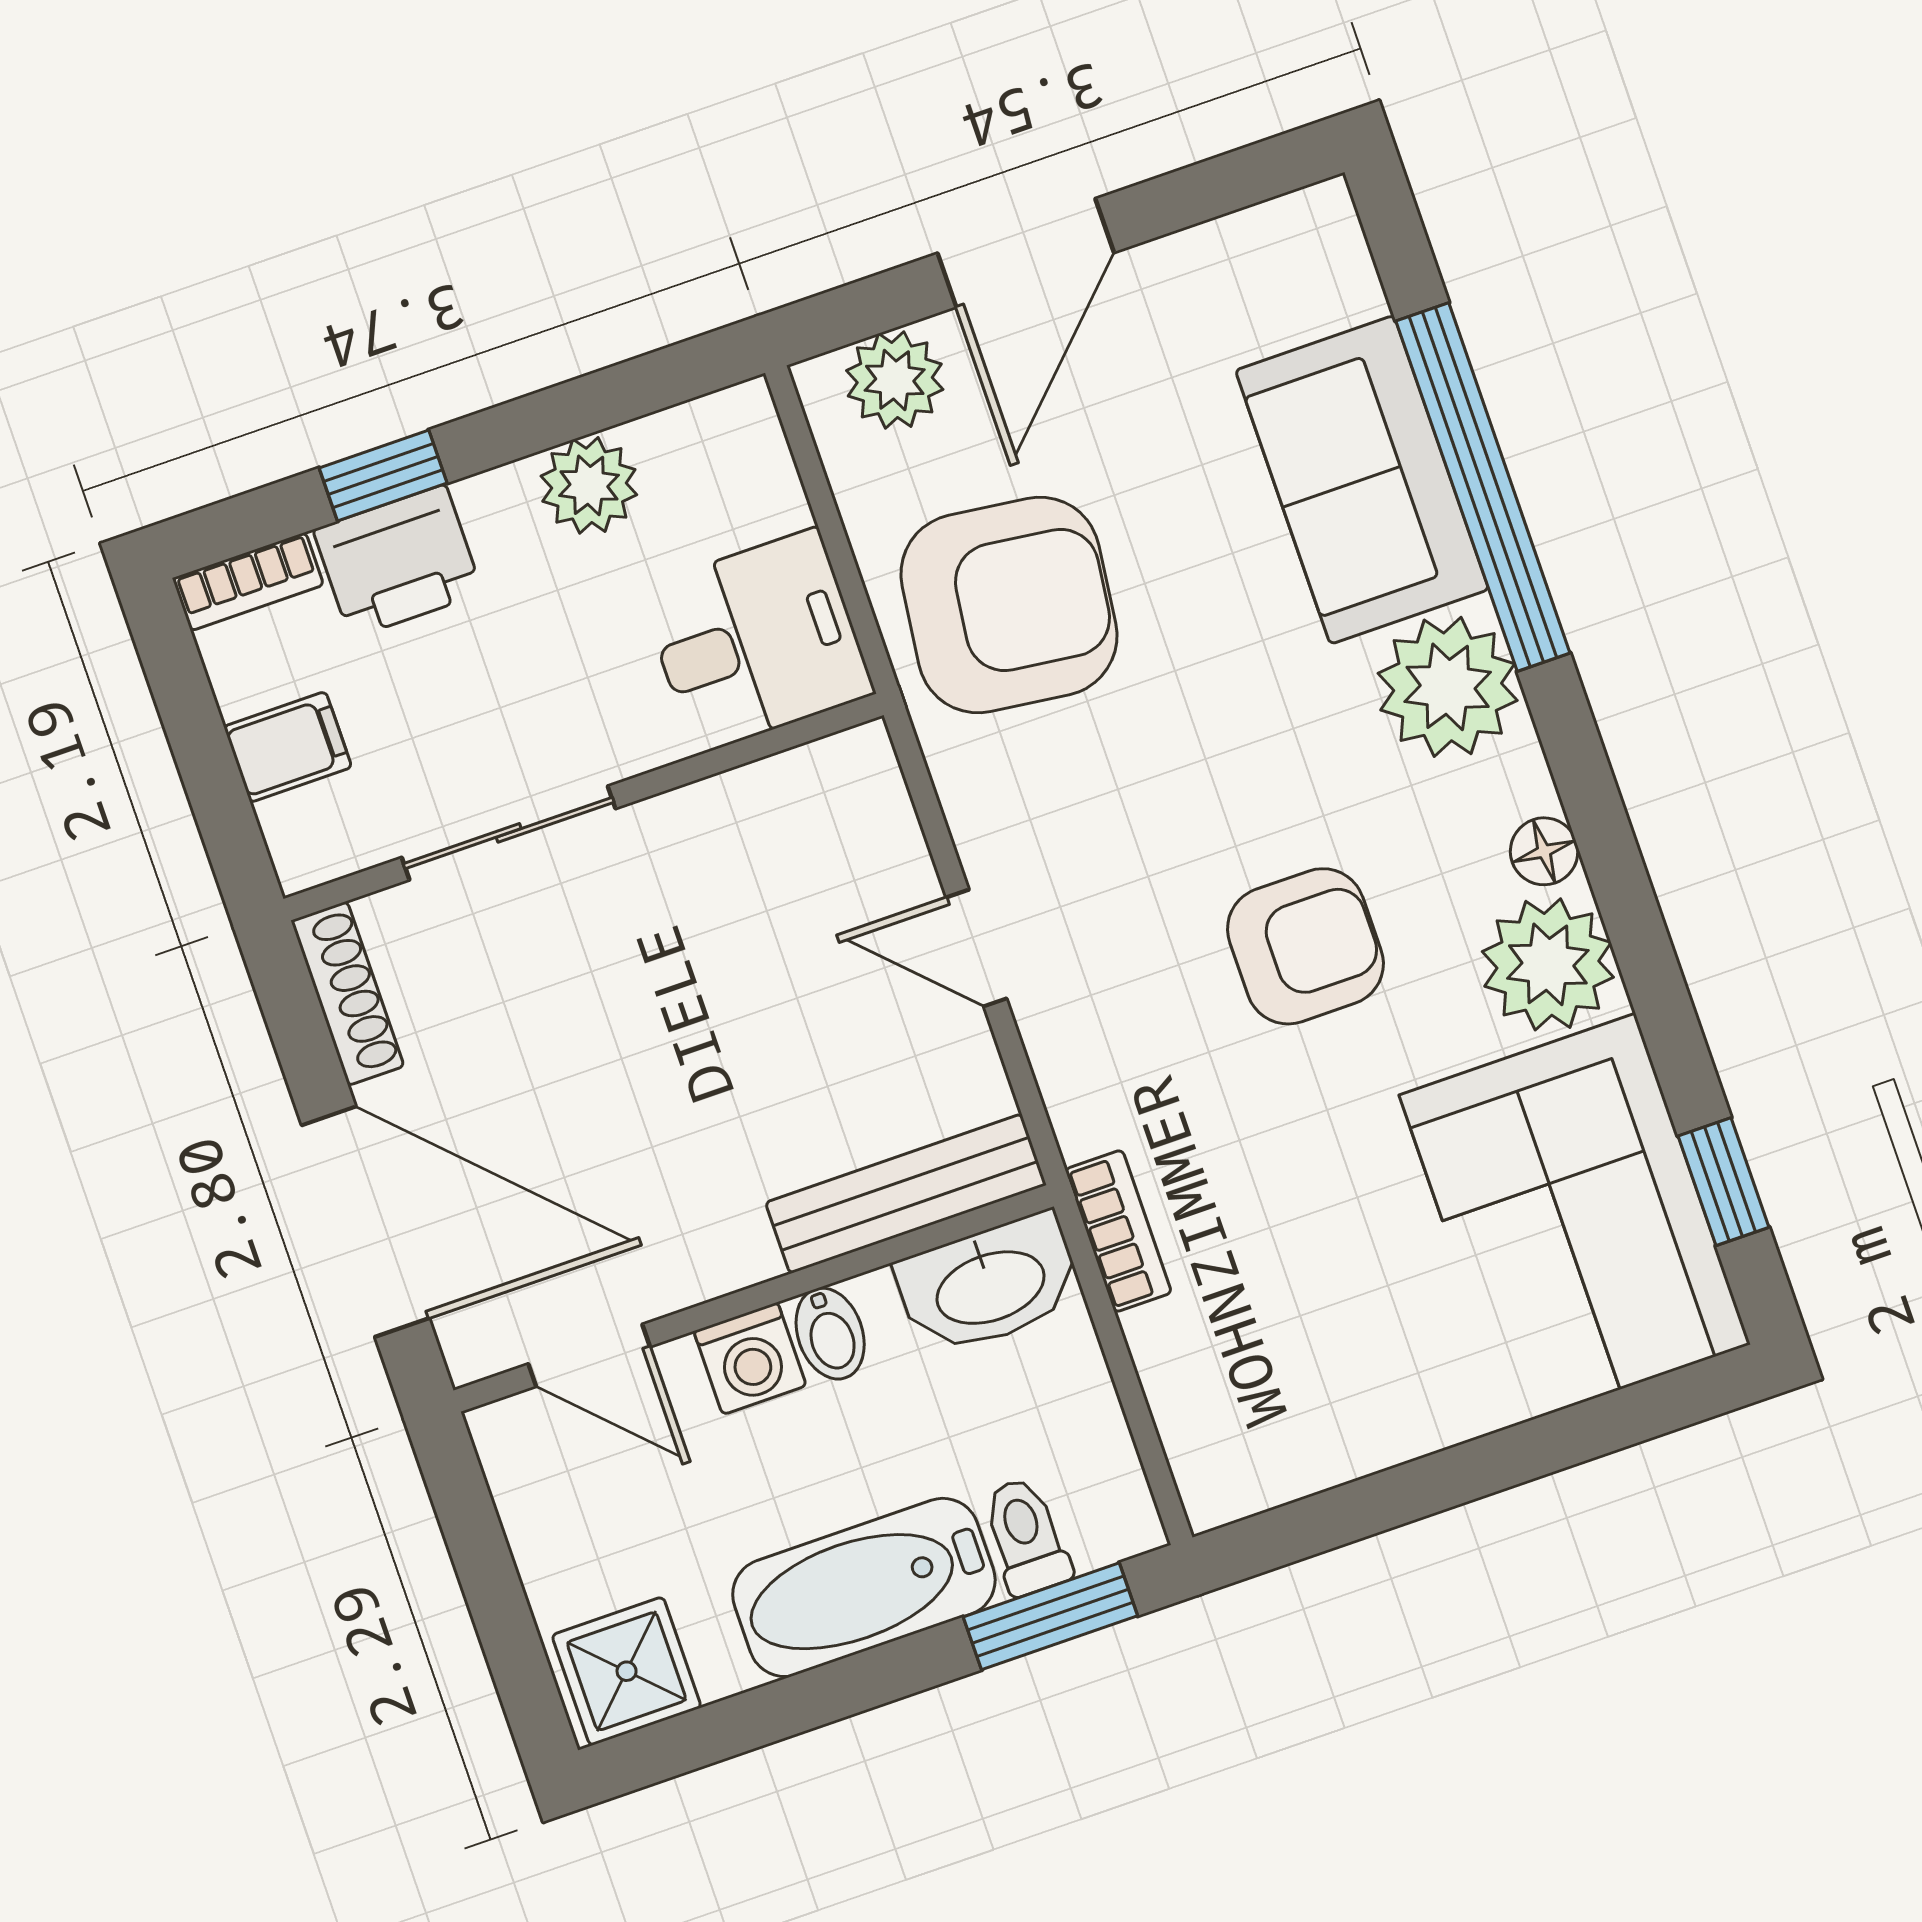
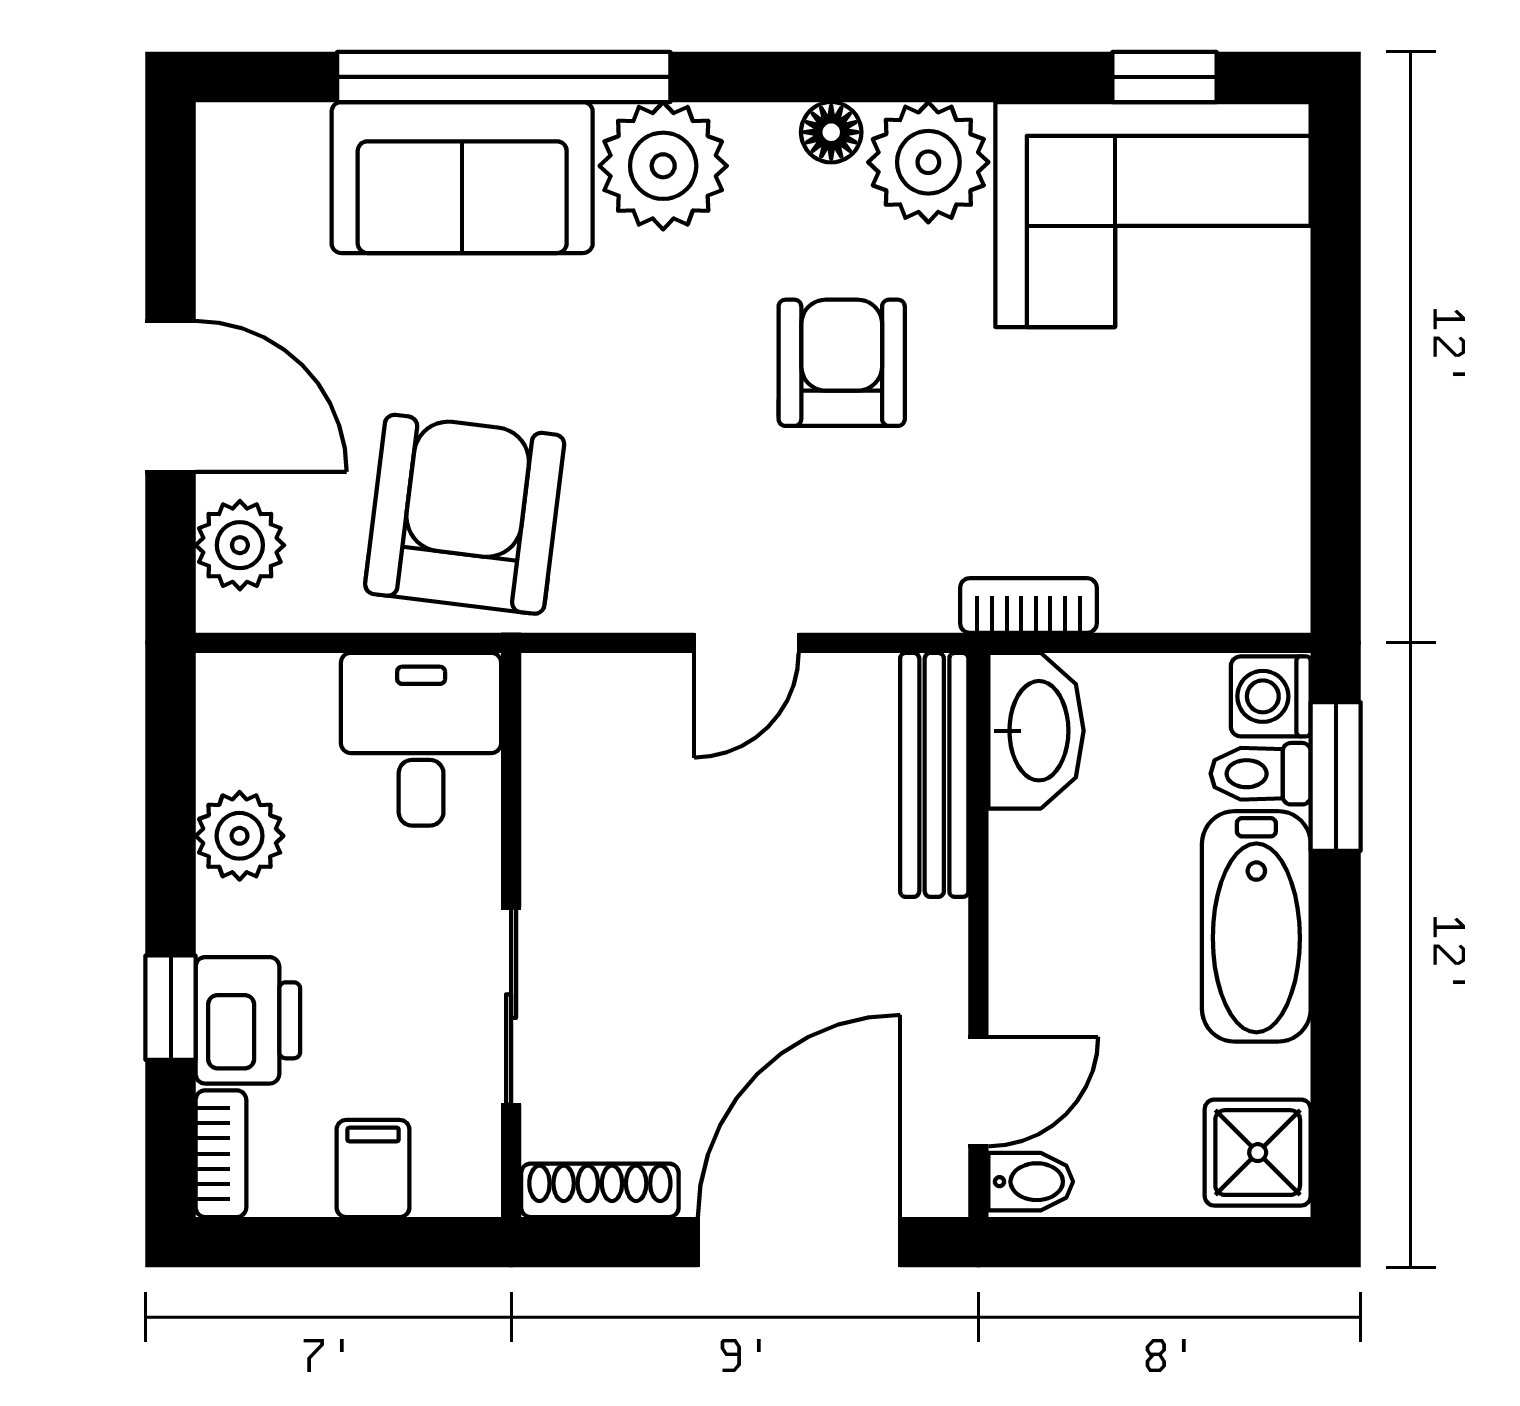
bidet: (830, 1334) -> (1031, 1182), moved
washing machine: (750, 1358) -> (1271, 696), moved, turned 180

